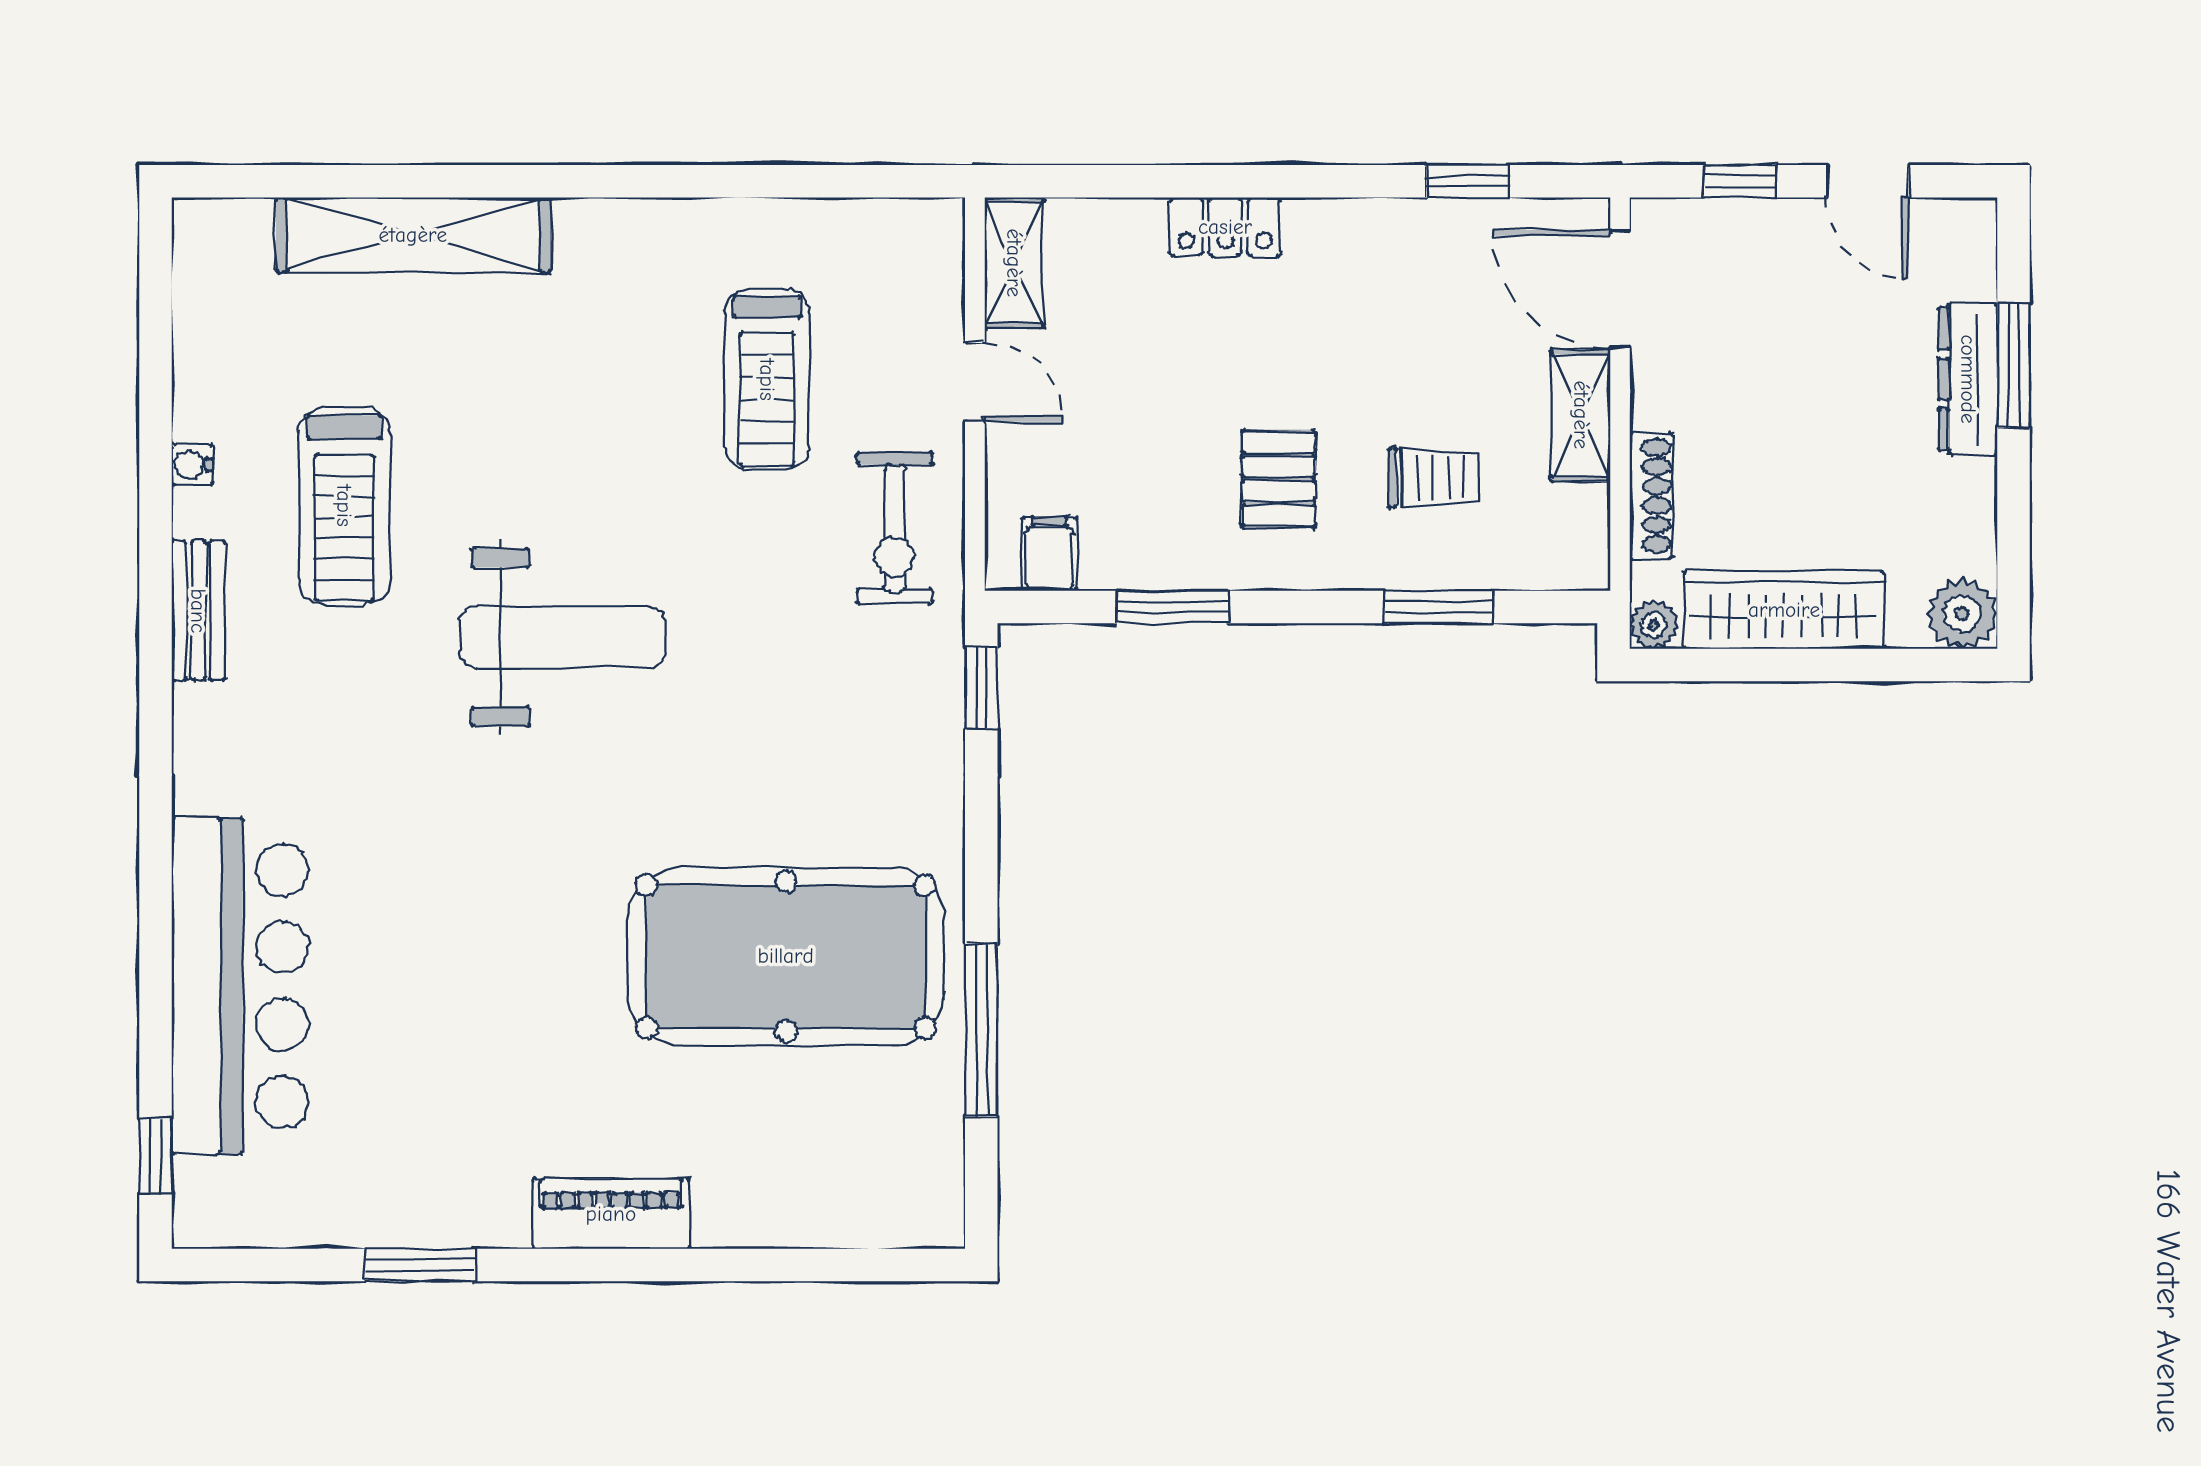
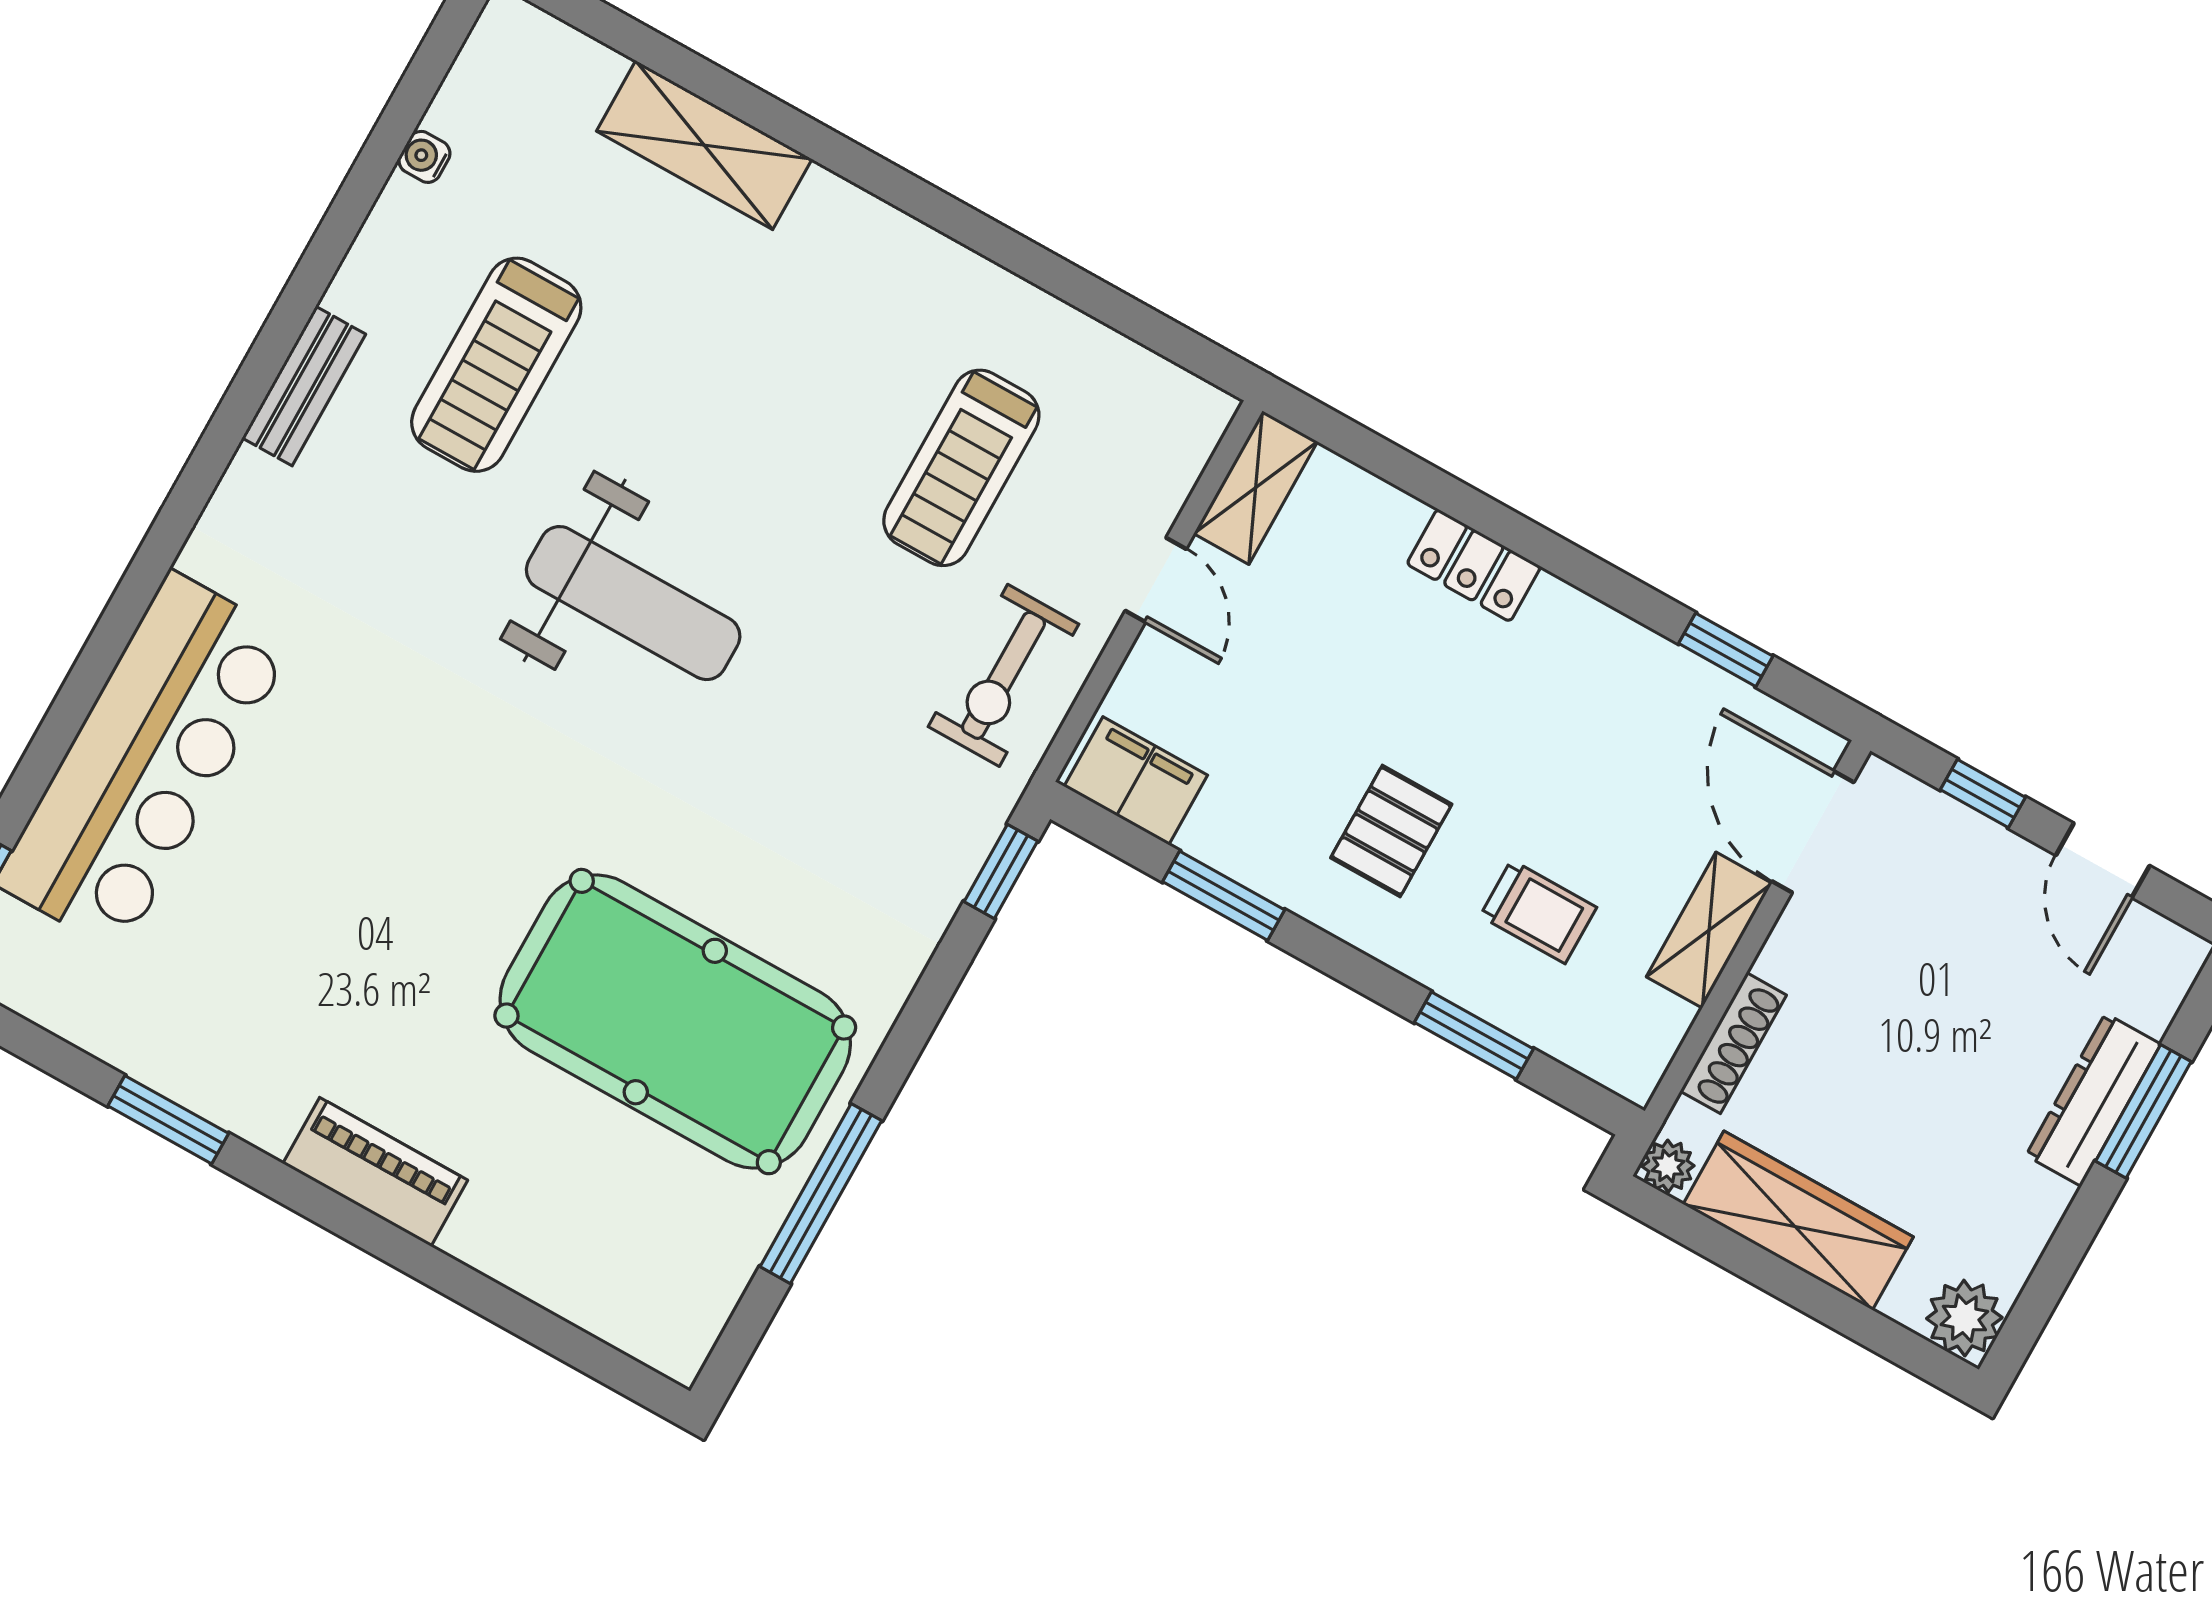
shelving: (413, 235) -> (704, 145), width x0.68
water cooler: (192, 465) -> (424, 157), moved
filing cabinet: (1049, 554) -> (1136, 781), width x2.00

